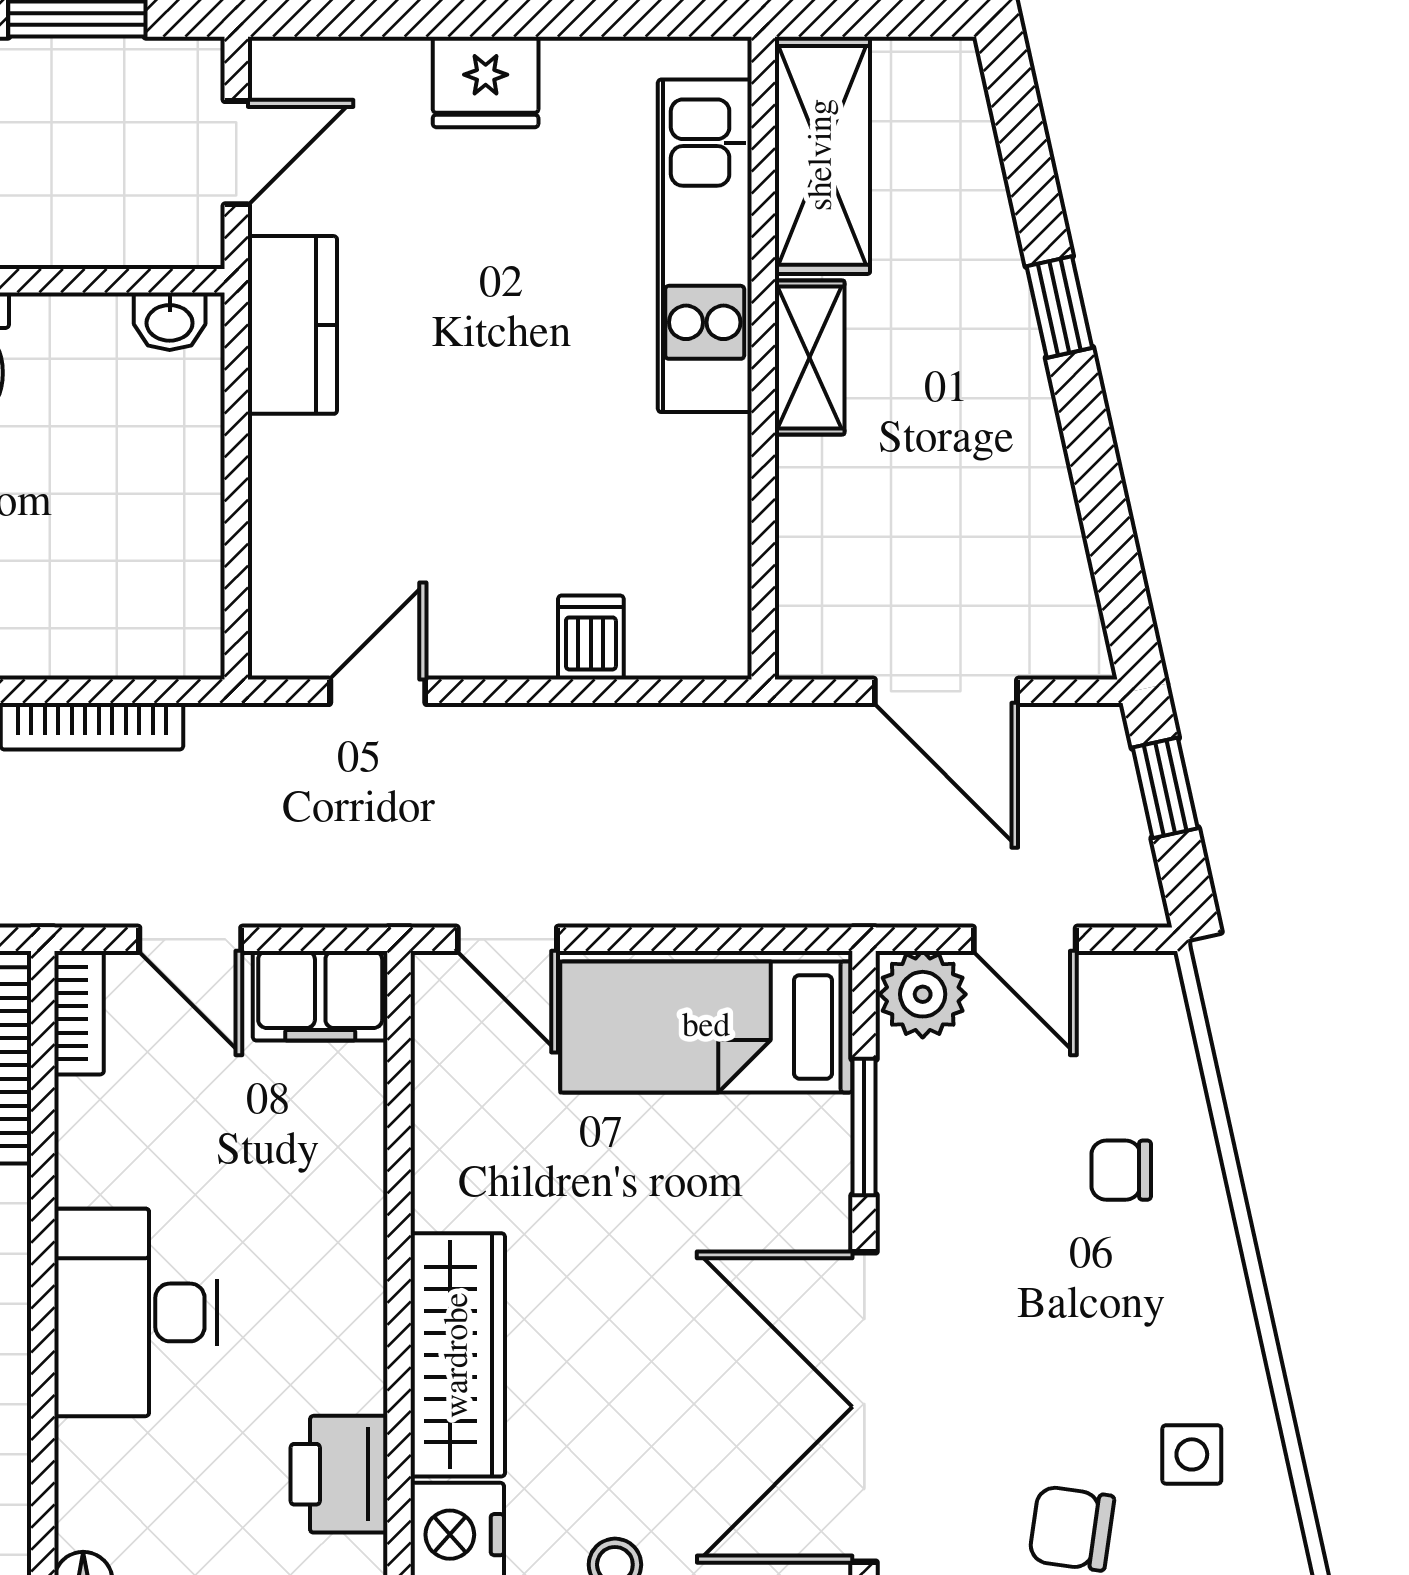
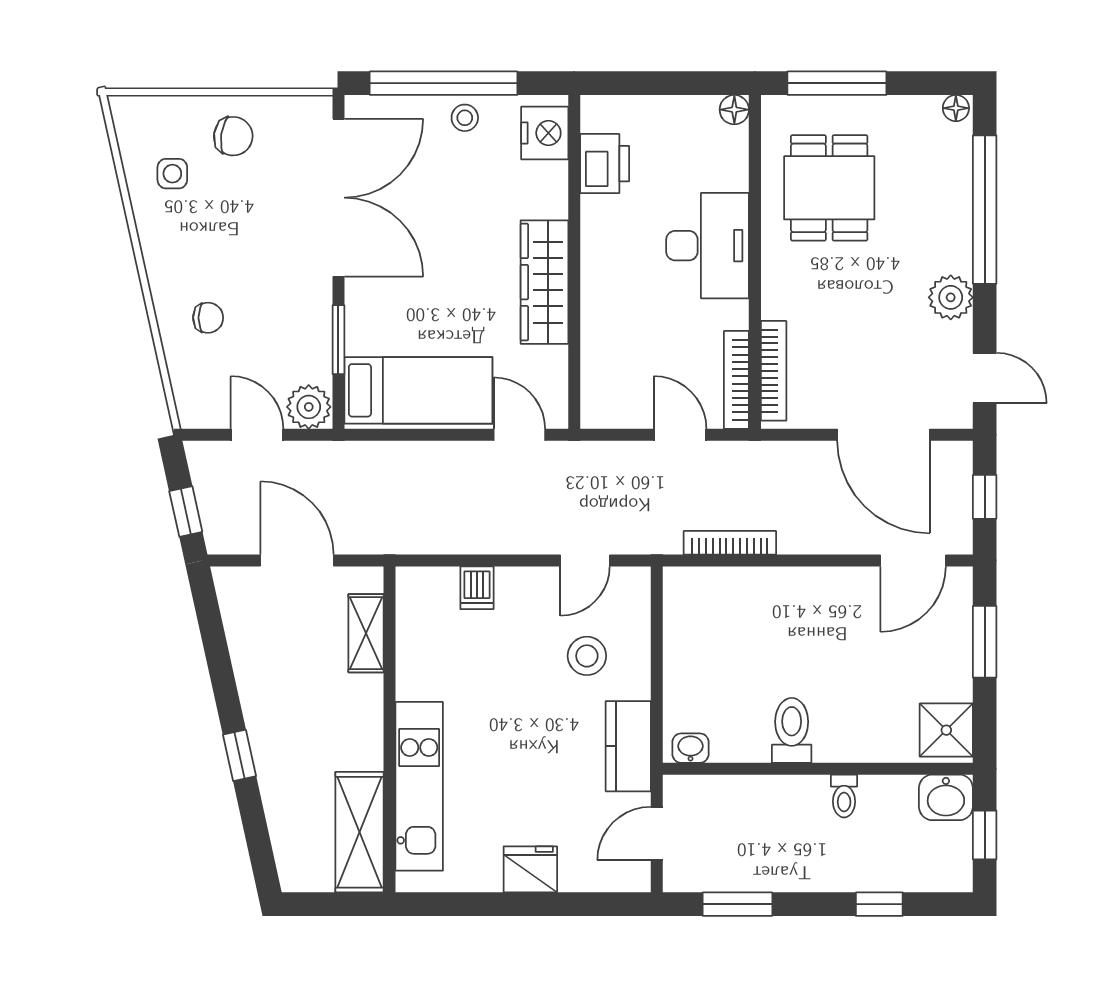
shelving: (810, 357) -> (366, 633), moved
stool: (374, 503) -> (587, 656), added
filing cabinet: (320, 996) -> (614, 406), removed
bookcase: (79, 1013) -> (736, 380), width x1.56
wardrobe: (458, 1355) -> (544, 282), moved

